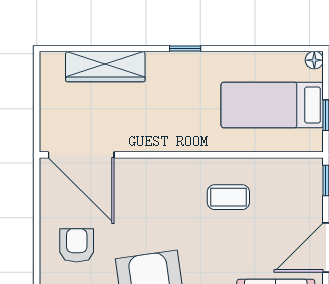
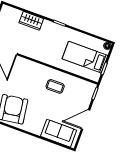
wardrobe: (105, 67) -> (31, 21), width x0.67

